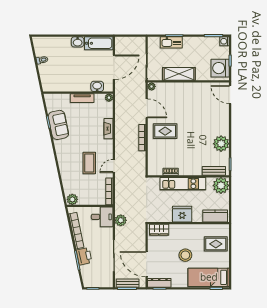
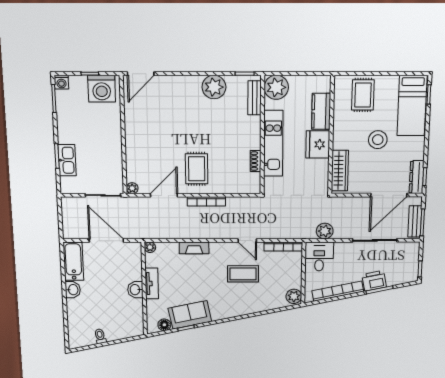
shelving: (179, 74) -> (113, 149), removed
washbasin: (97, 86) -> (135, 290), moved
floor lamp: (51, 106) -> (164, 325), added
kitchen counter: (215, 216) -> (321, 111), moved
wardrobe: (159, 230) -> (340, 171), width x1.50

